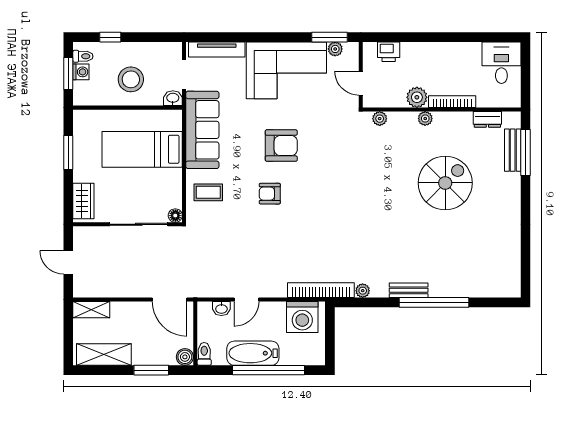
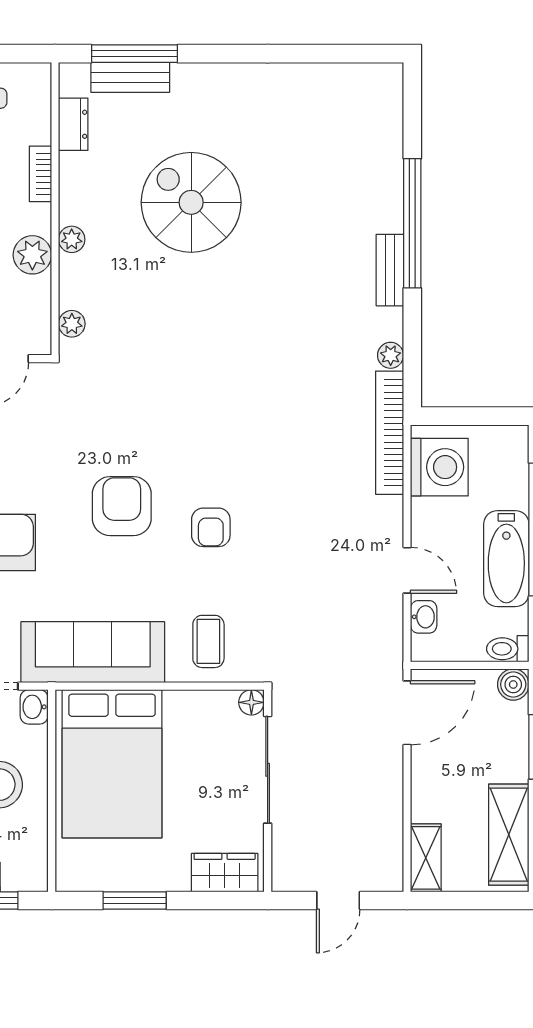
bookcase: (452, 102) -> (40, 174), width x0.64
bed: (142, 149) -> (112, 764), width x1.50

